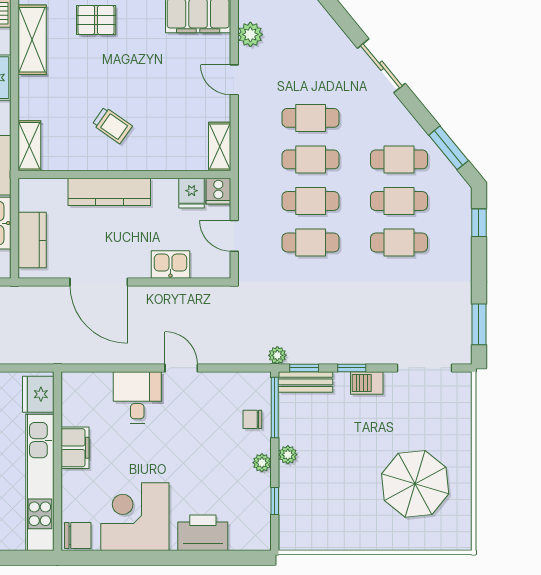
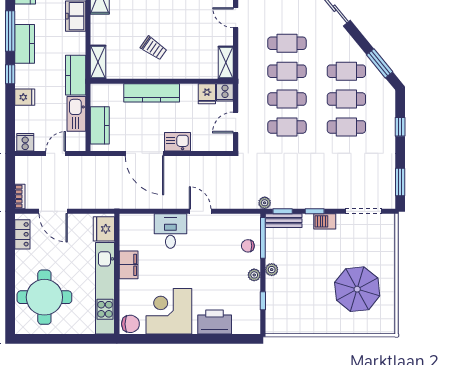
window: (479, 223) -> (400, 127), moved
door: (234, 236) -> (236, 122), hinge flipped
kitchen sink: (170, 265) -> (177, 142), moved

